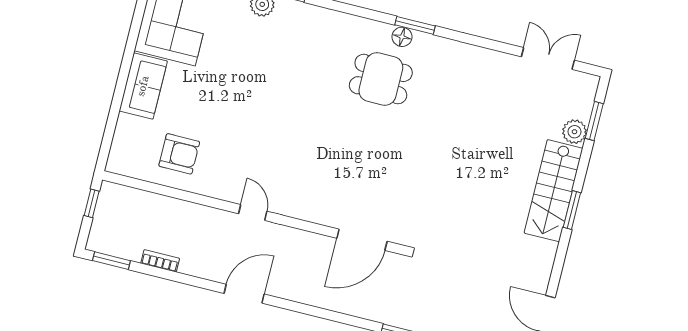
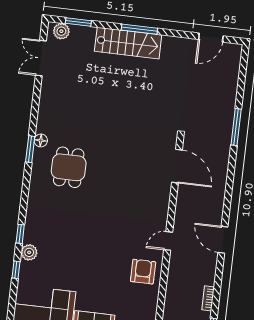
floor lamp: (402, 37) -> (41, 140), moved
plant: (574, 132) -> (61, 31), moved
armchair: (179, 154) -> (143, 272), moved
window: (572, 210) -> (139, 29), width x1.44

